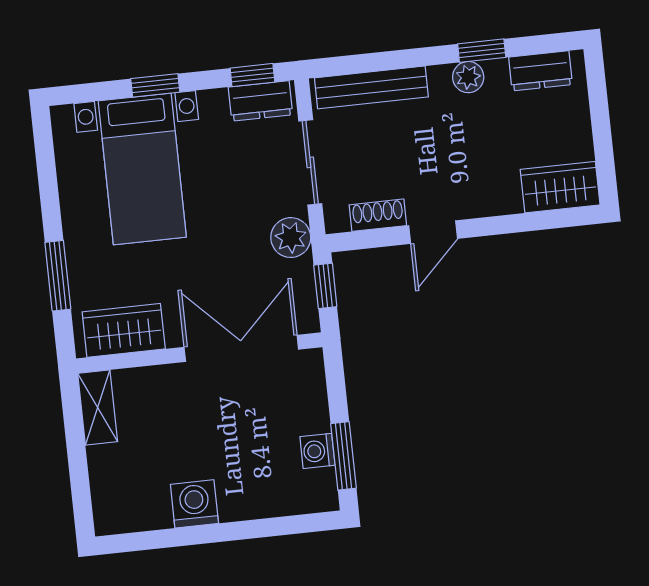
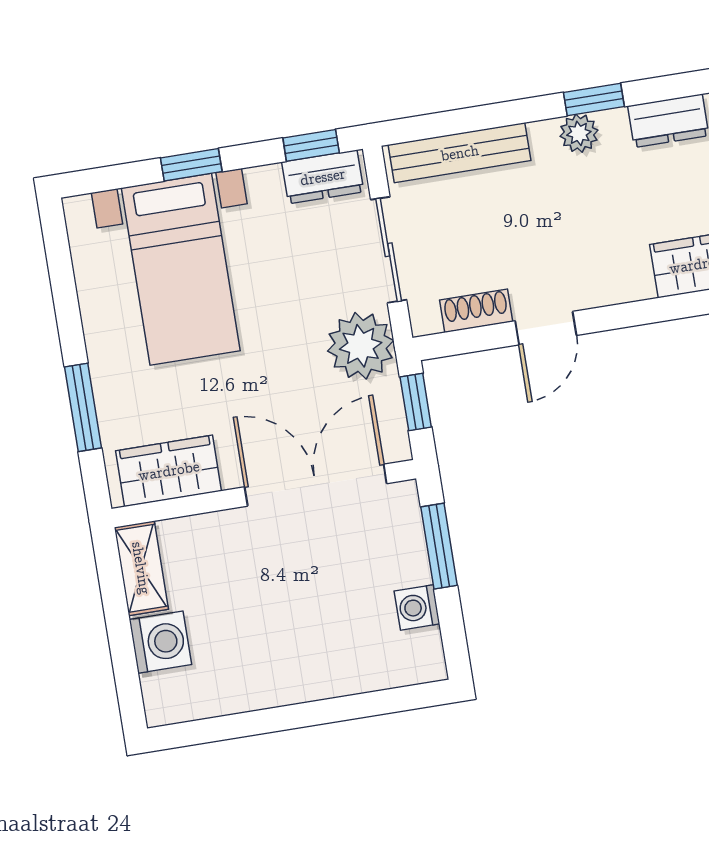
plant: (291, 238) -> (361, 346), width x1.36, depth x1.36
window: (344, 456) -> (439, 546), moved
washing machine: (194, 504) -> (160, 642), moved, turned 90

